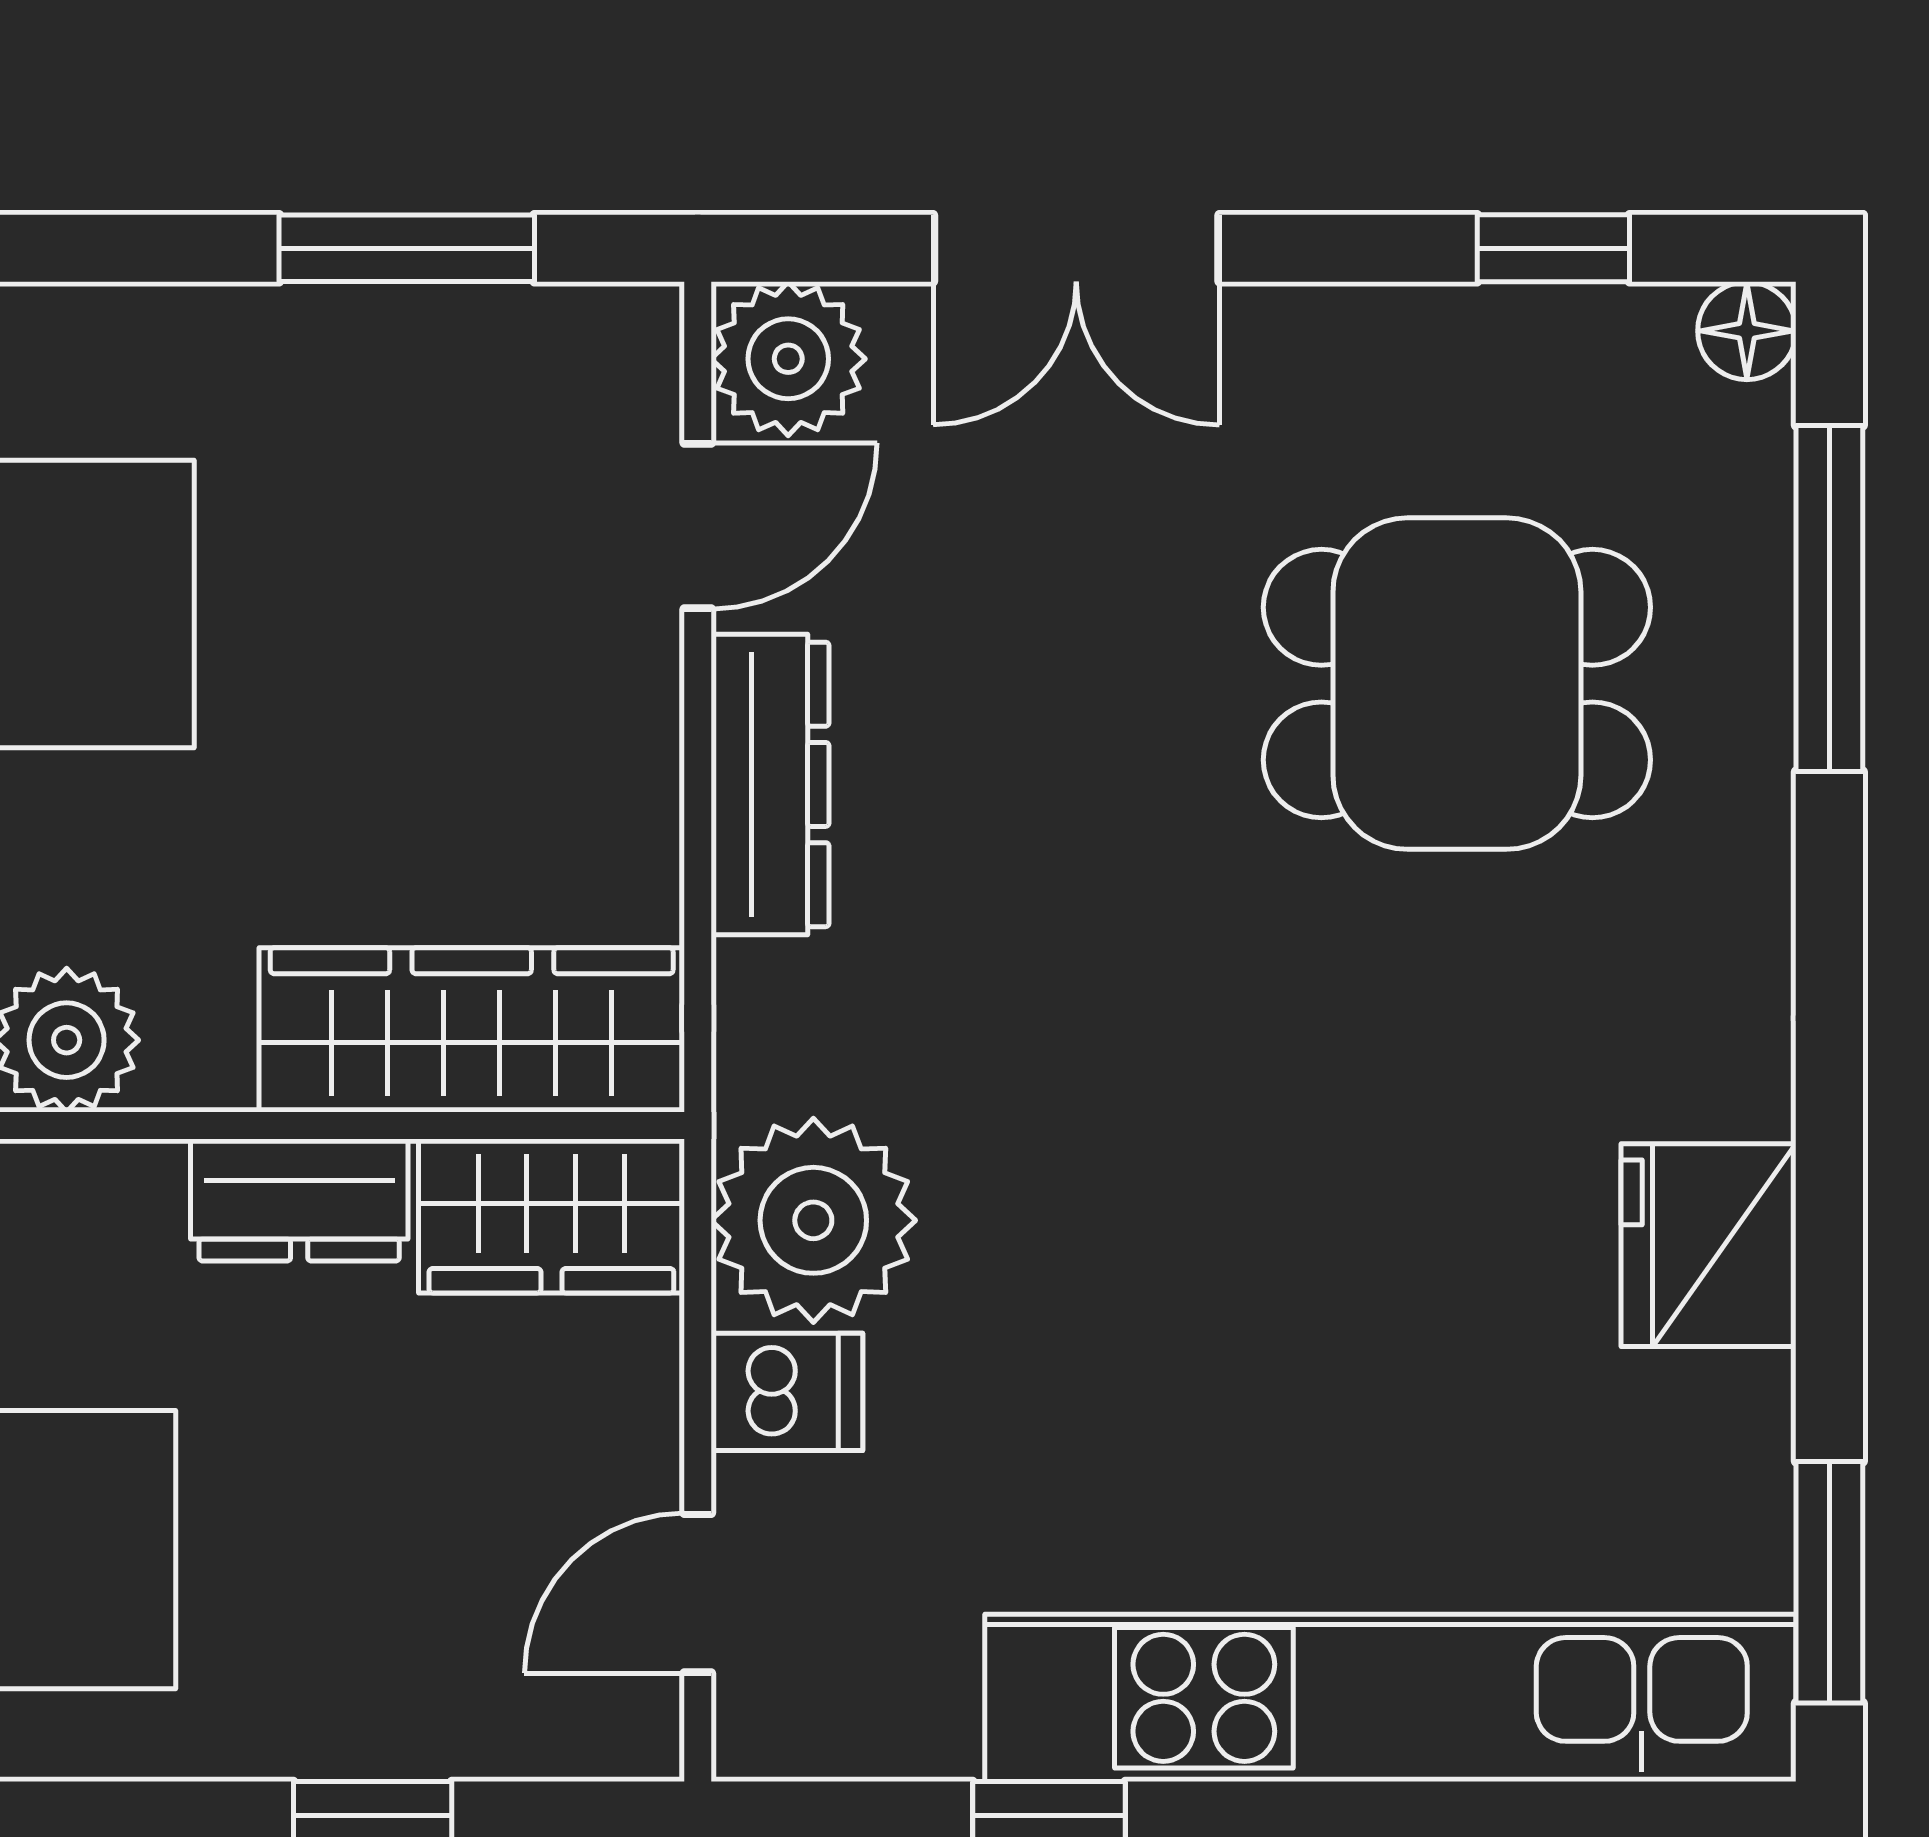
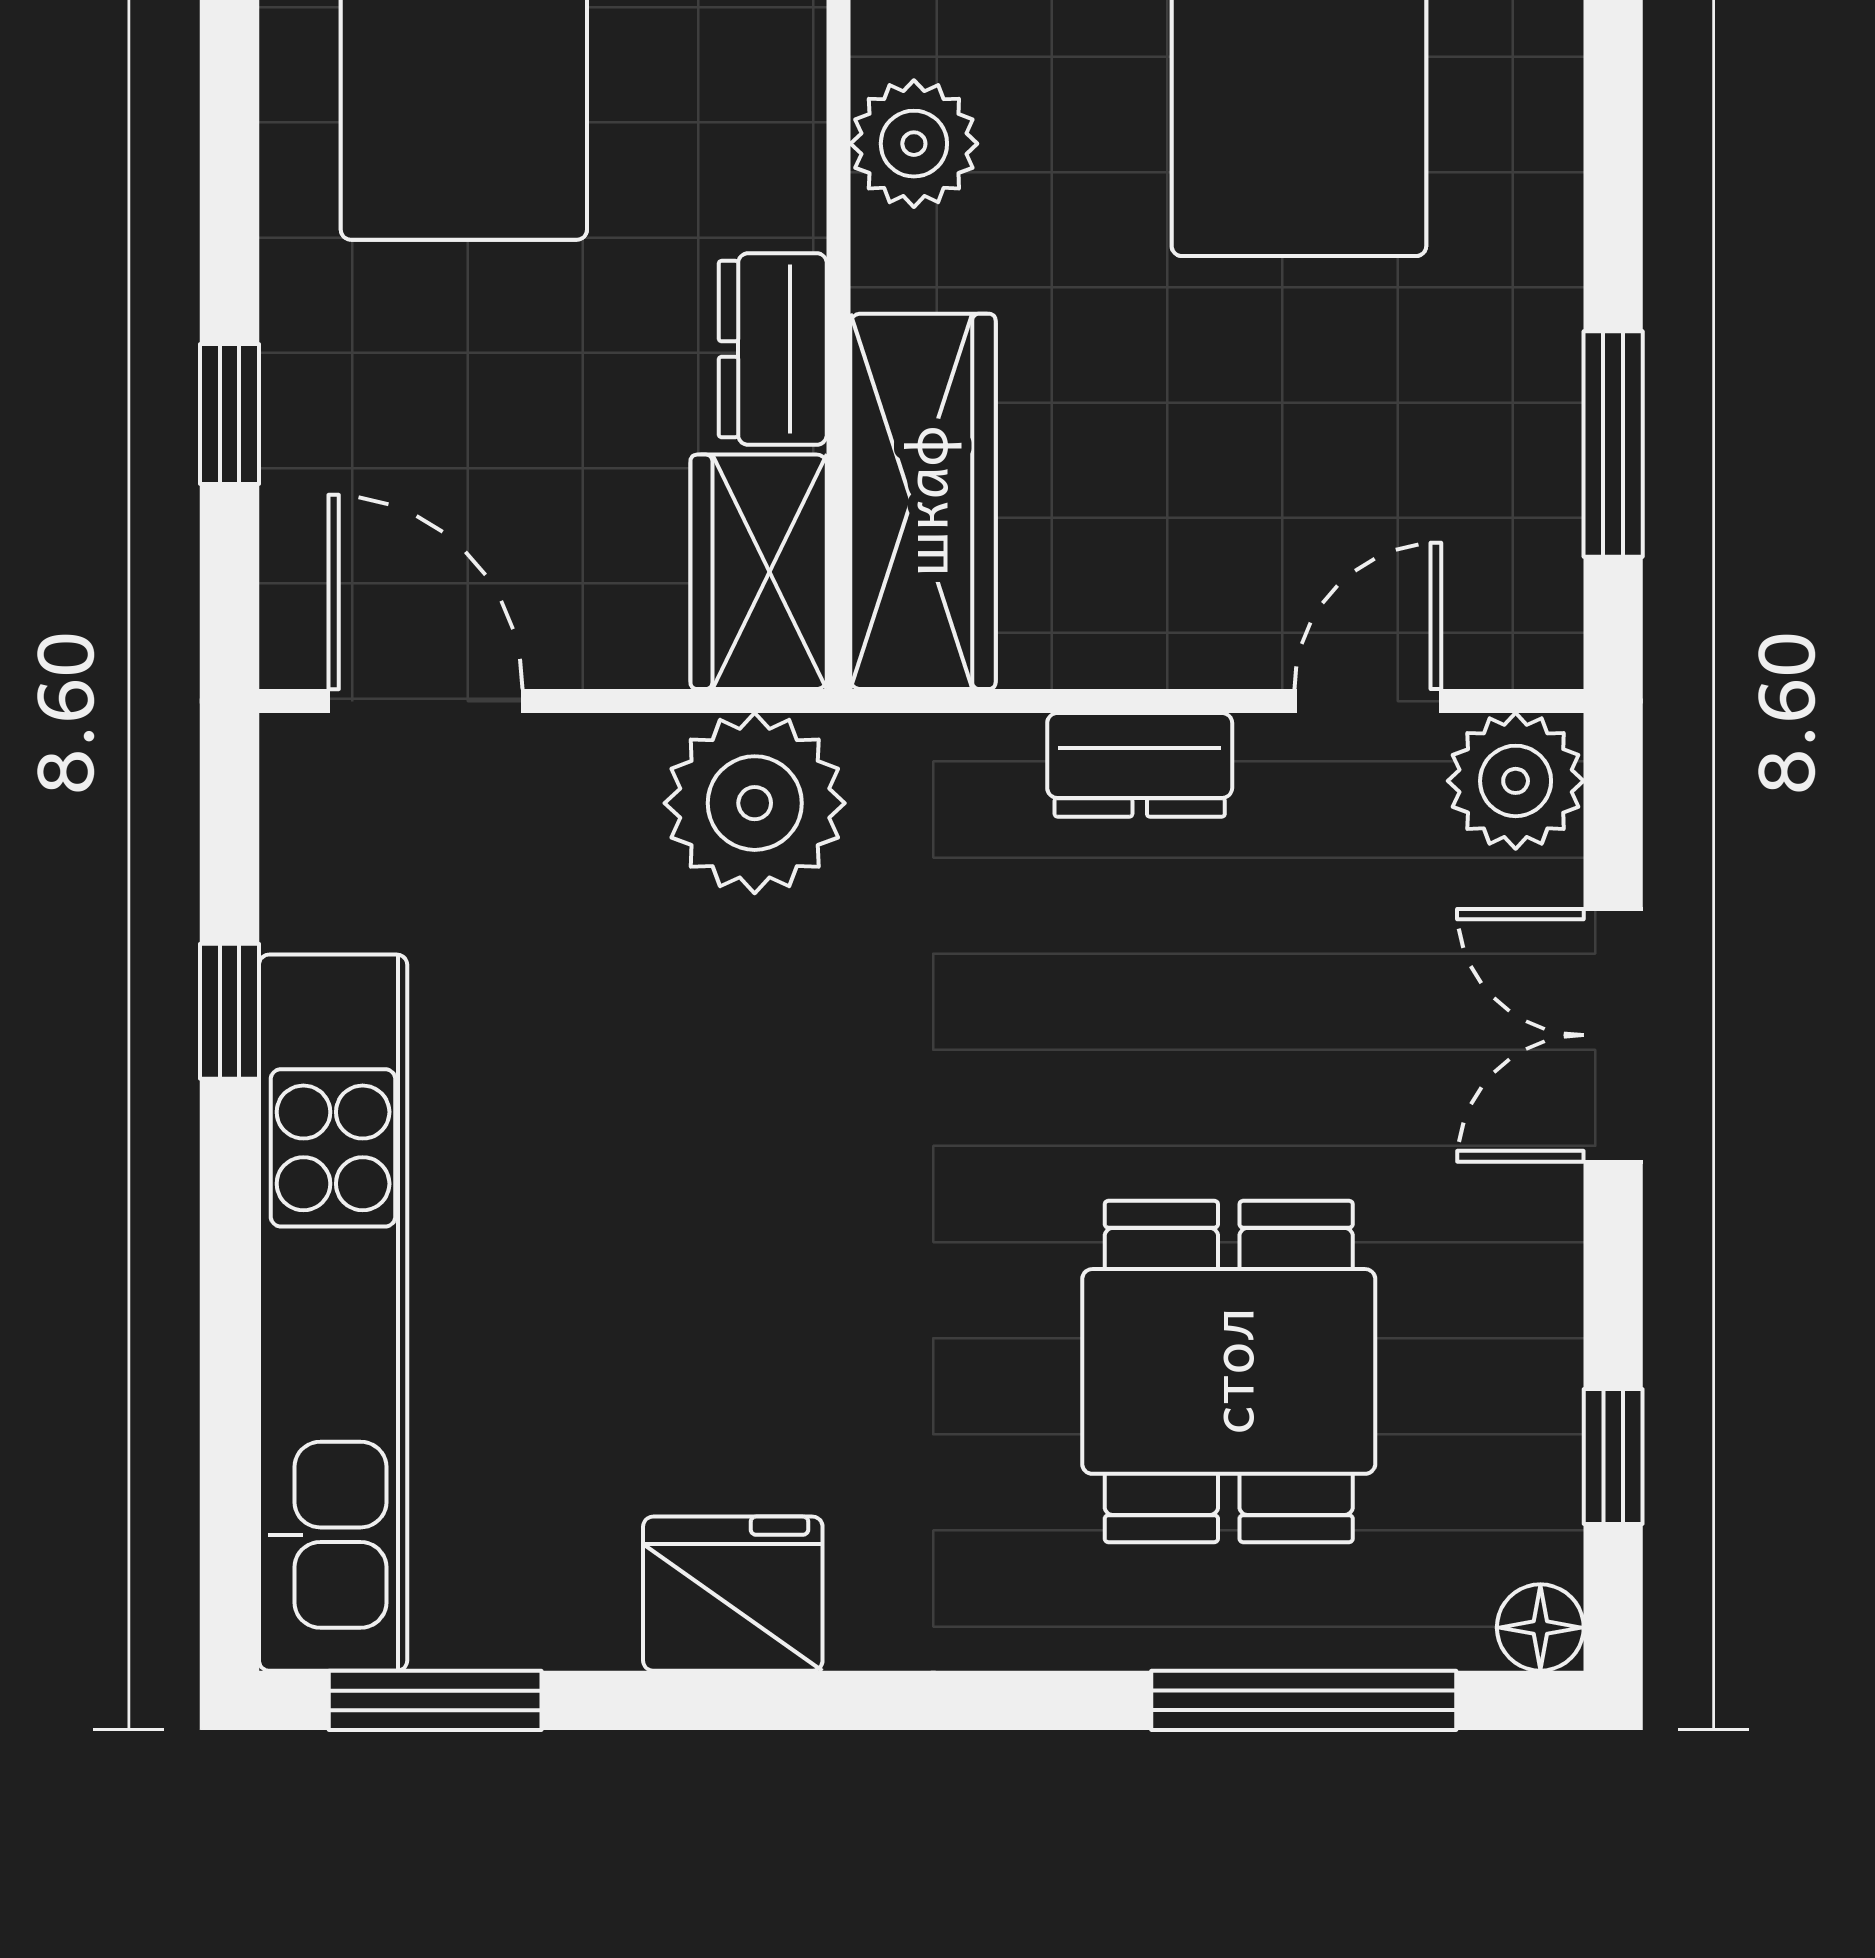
door: (698, 526) -> (1368, 701), swing flipped
dresser: (770, 784) -> (1140, 765), width x0.70
dishwasher: (787, 1392) -> (603, 780), removed
door: (698, 1593) -> (425, 701), width x1.38

